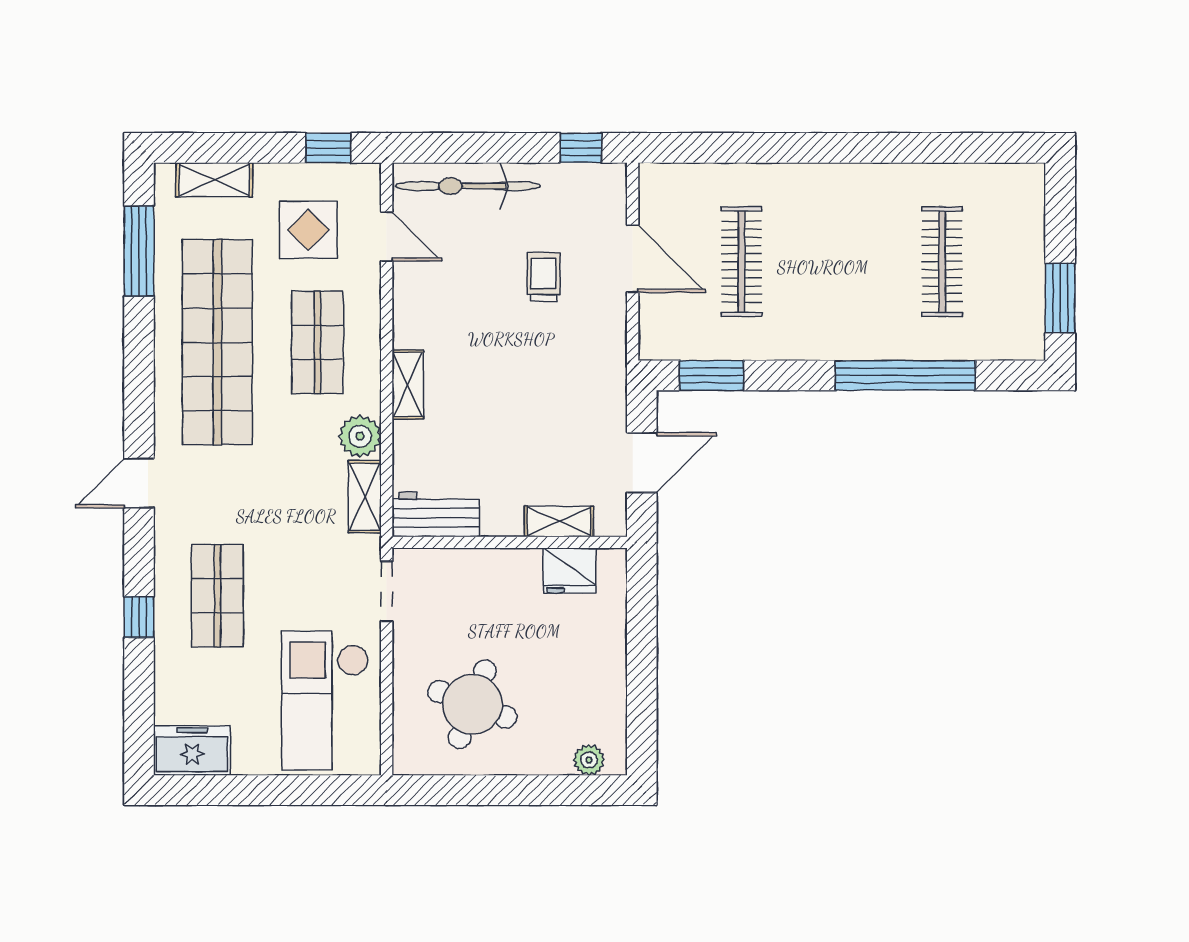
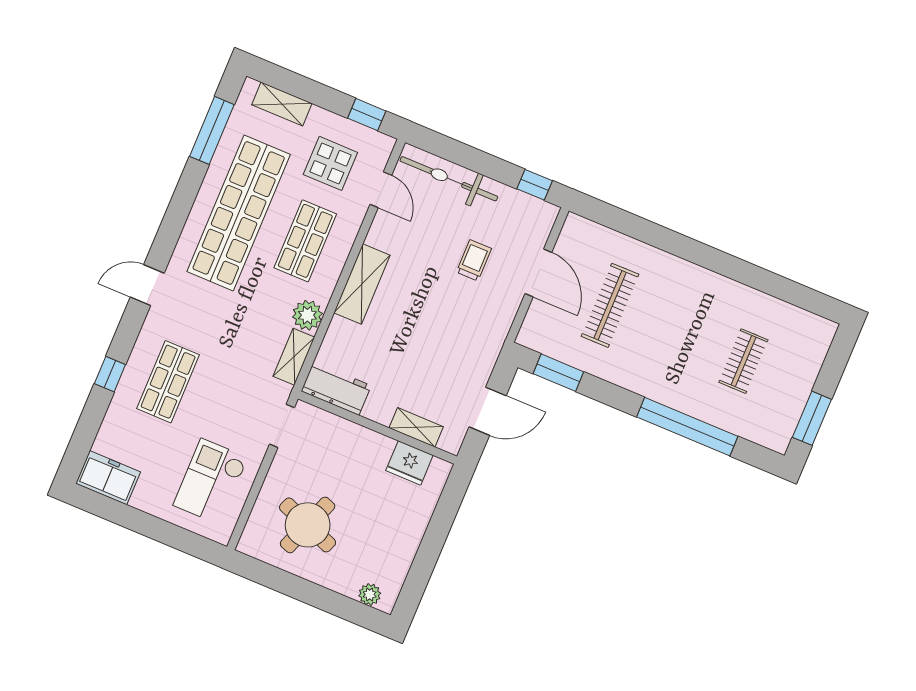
clothes rail: (942, 262) -> (743, 361), width x0.73
shelving: (408, 385) -> (362, 284), width x1.50, depth x1.33
checkout: (325, 701) -> (211, 481), width x0.73, depth x0.83

